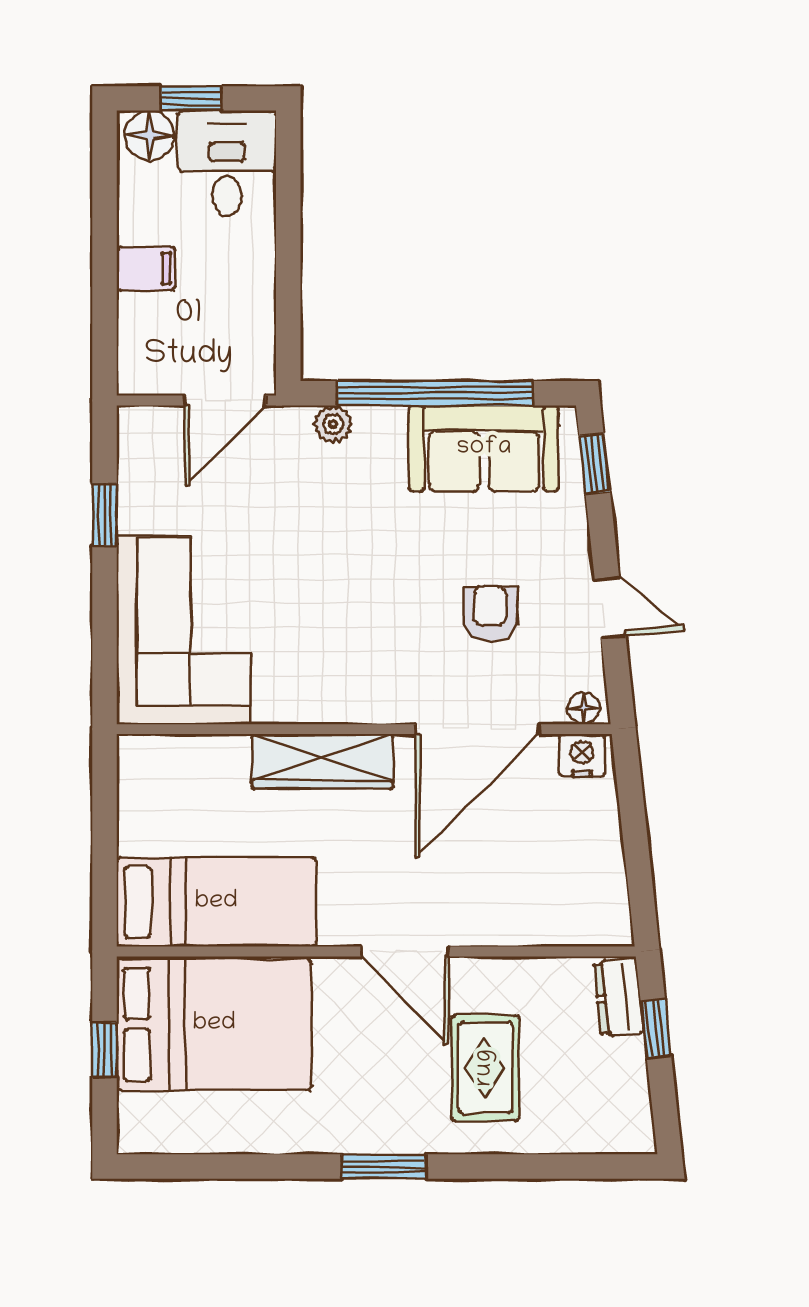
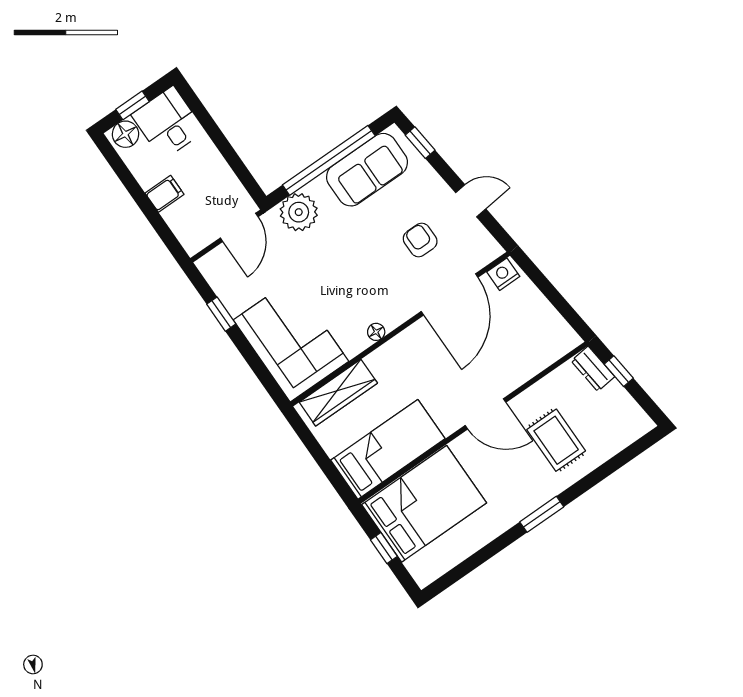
plant: (333, 424) -> (299, 212), width x1.87, depth x1.87
floor lamp: (584, 708) -> (376, 332), moved
wardrobe: (322, 761) -> (338, 393), moved

